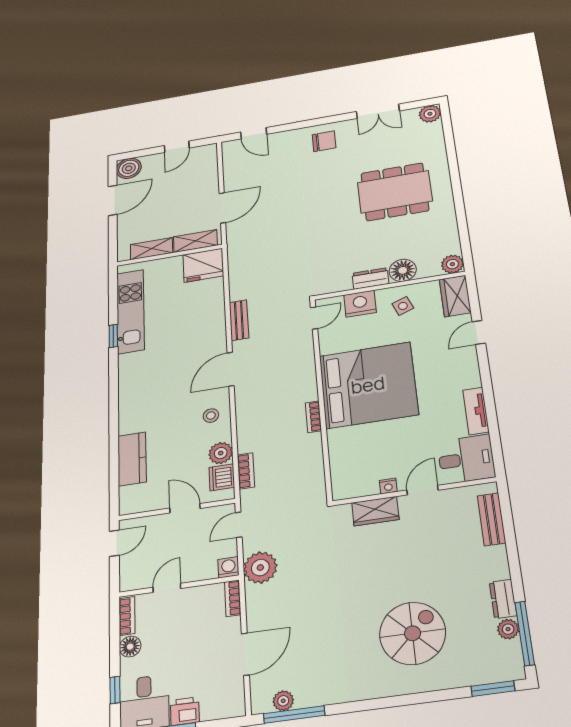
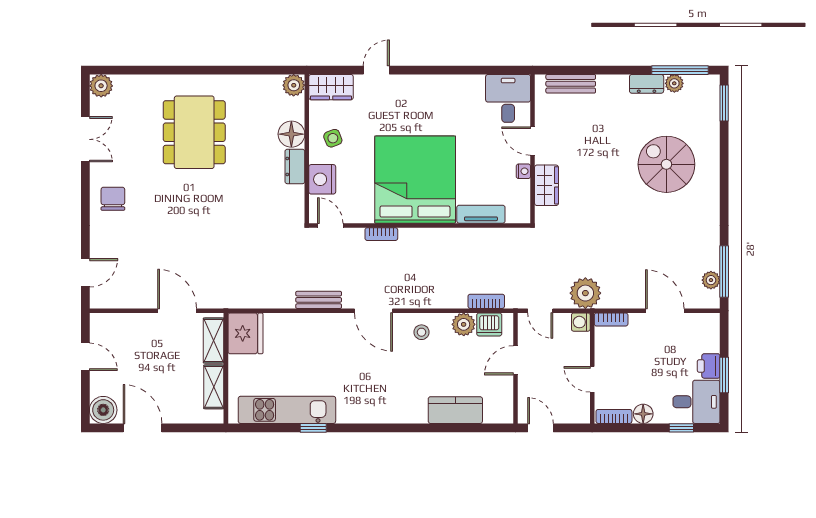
door: (479, 332) -> (376, 70), swing flipped
tv unit: (476, 411) -> (481, 214), moved, turned 180
bookcase: (313, 417) -> (381, 234), moved

